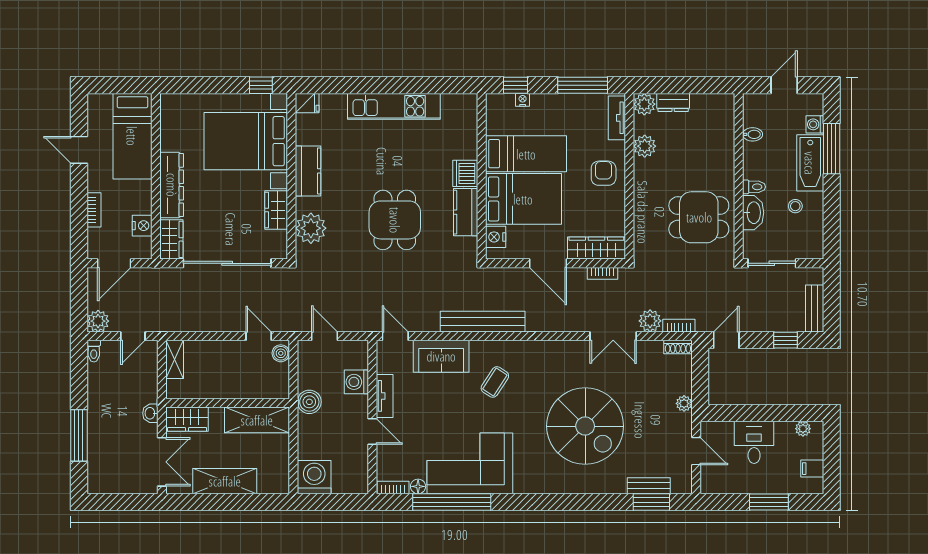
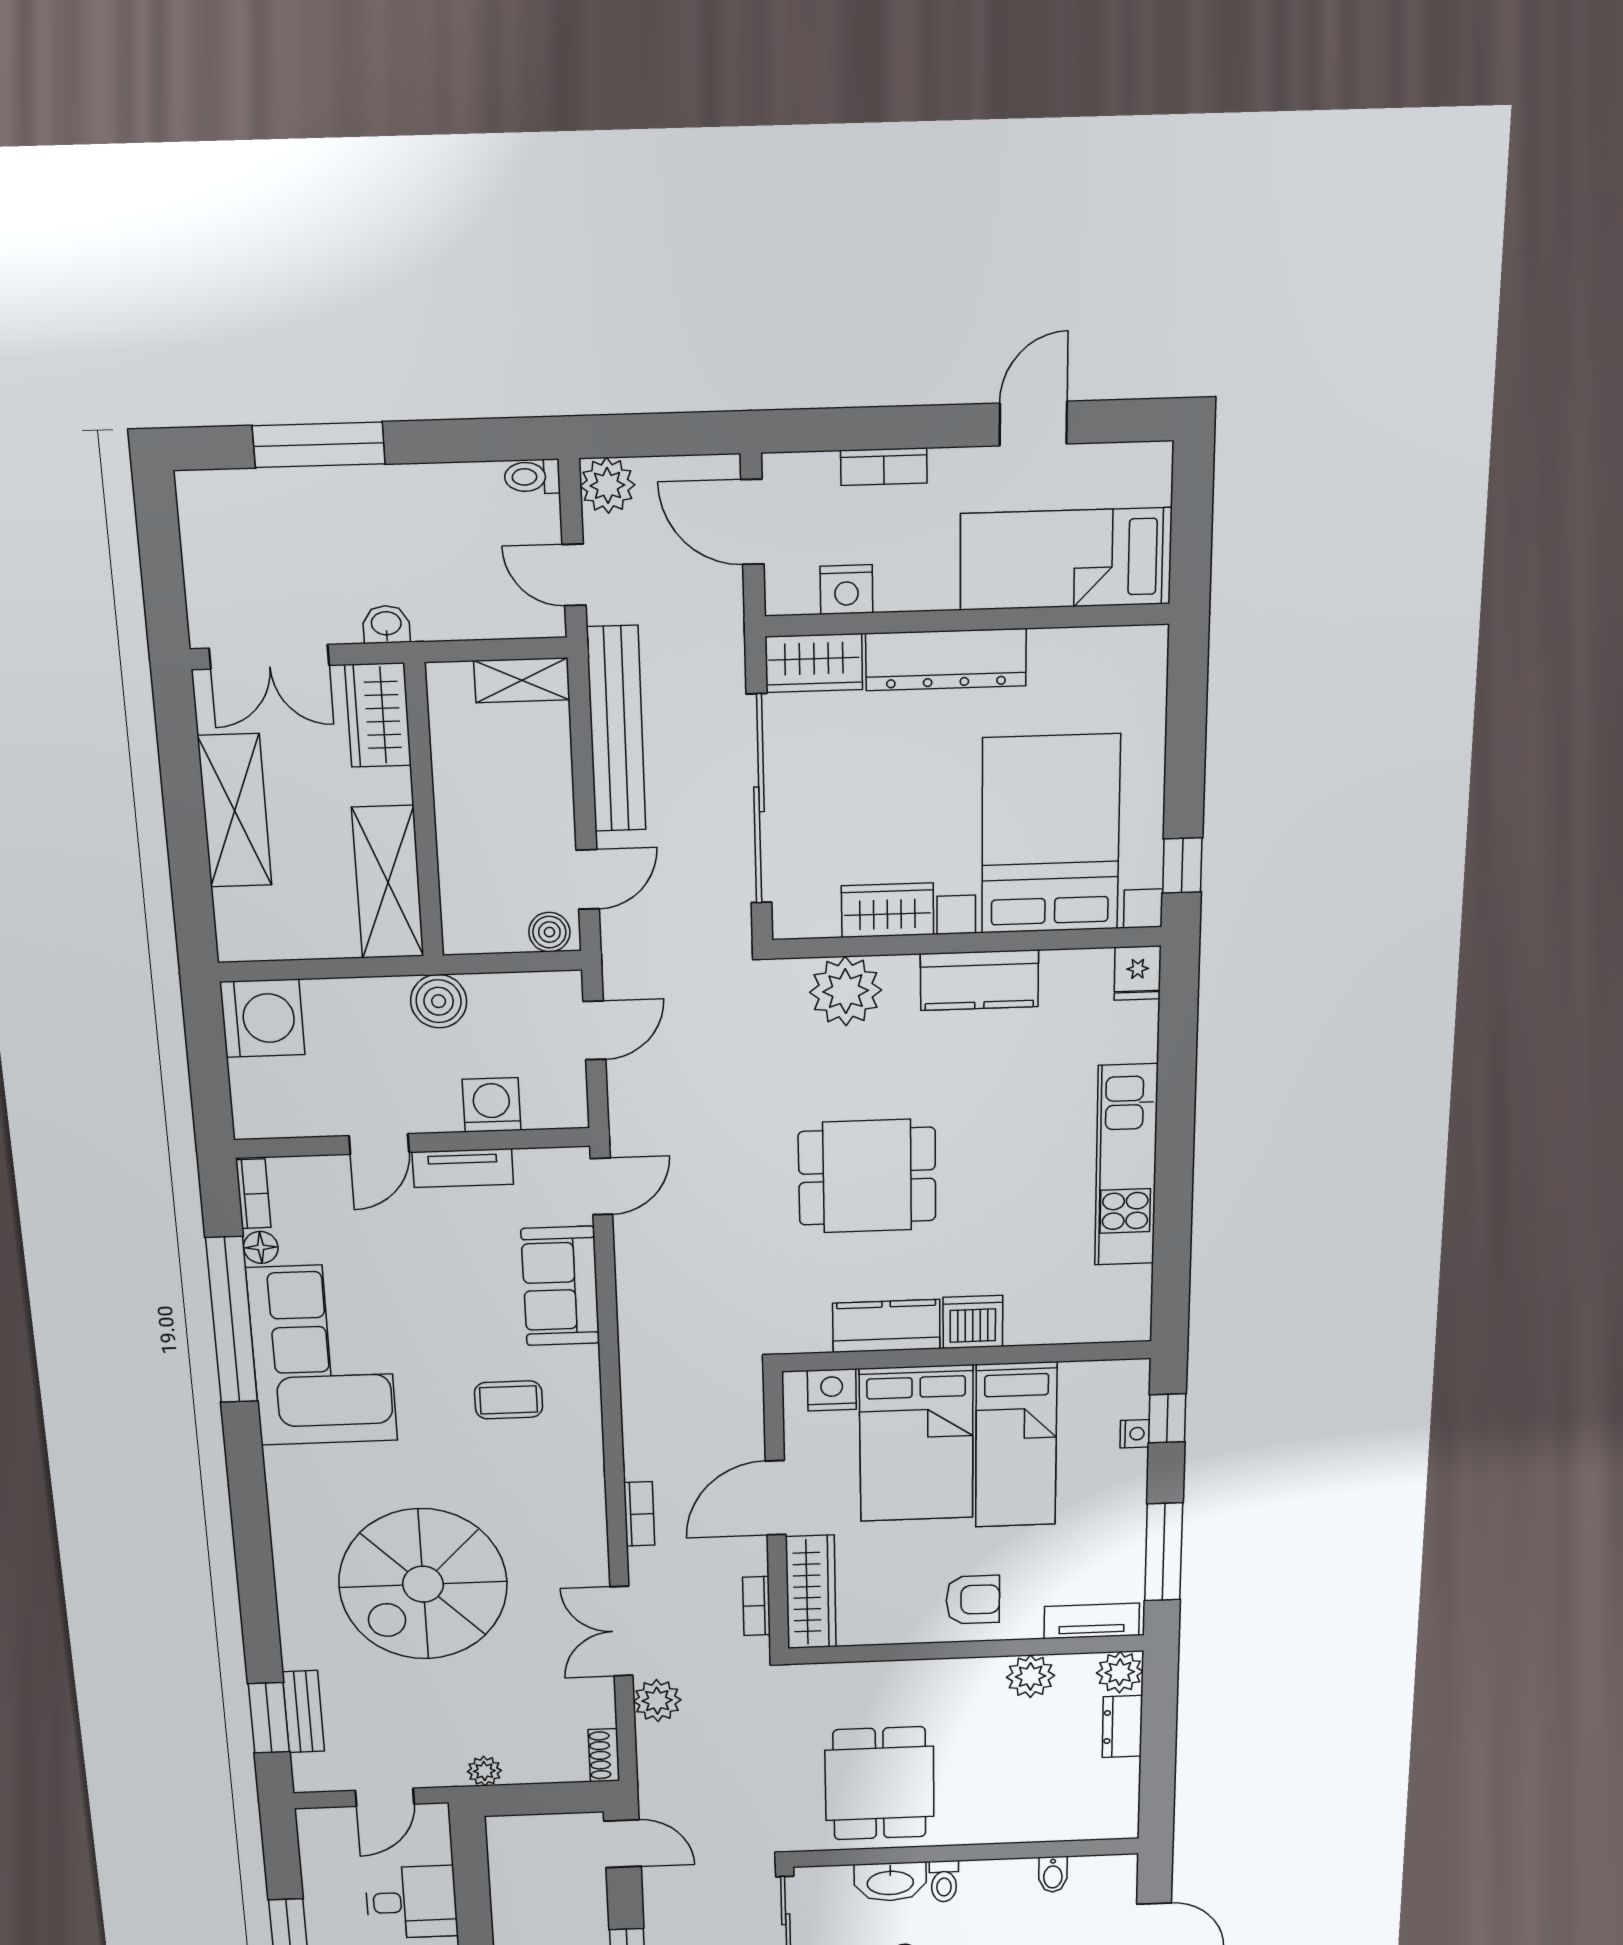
bench: (483, 322) -> (616, 729), moved
bookcase: (679, 326) -> (639, 1514), moved
coffee table: (495, 382) -> (509, 1400), turned -33

